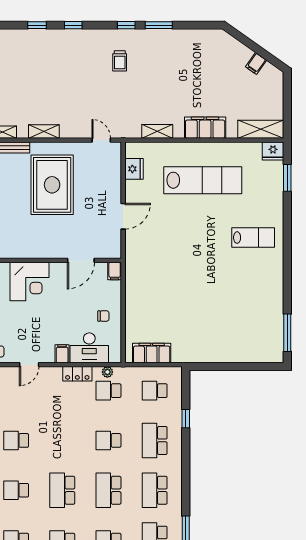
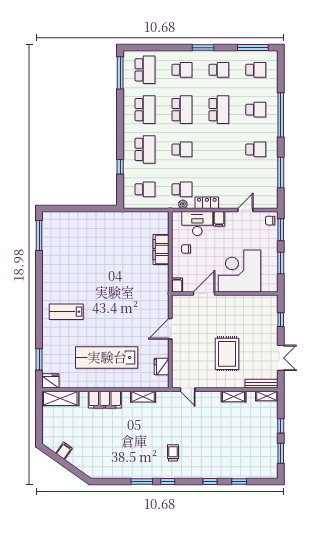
rug: (52, 185) -> (227, 354), width x0.73, depth x0.69
corner desk: (29, 281) -> (240, 271), width x1.36, depth x1.36
filing cabinet: (152, 353) -> (161, 249), moved, turned 90

